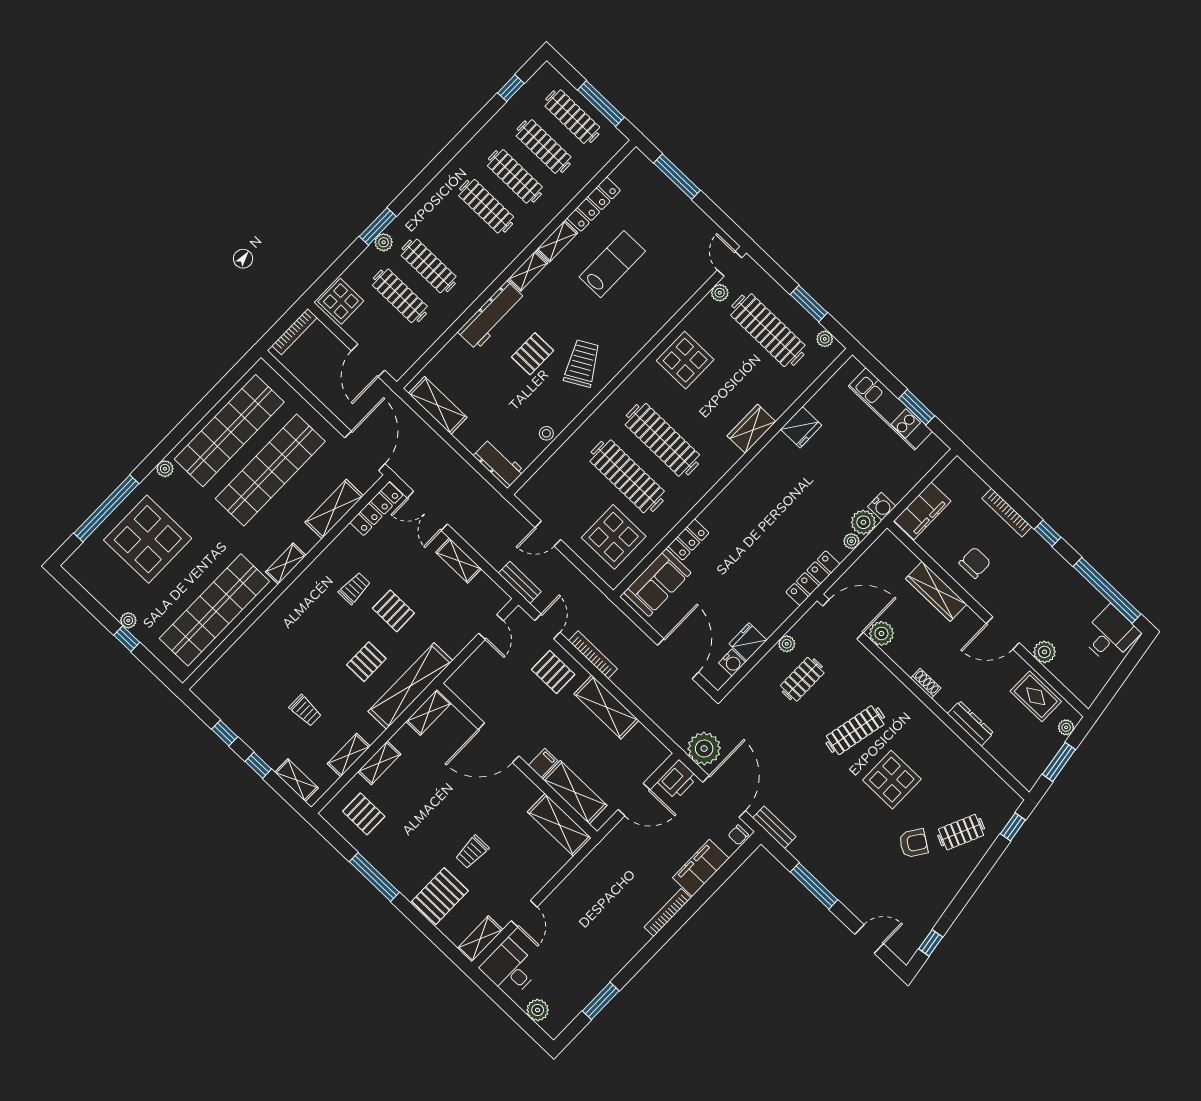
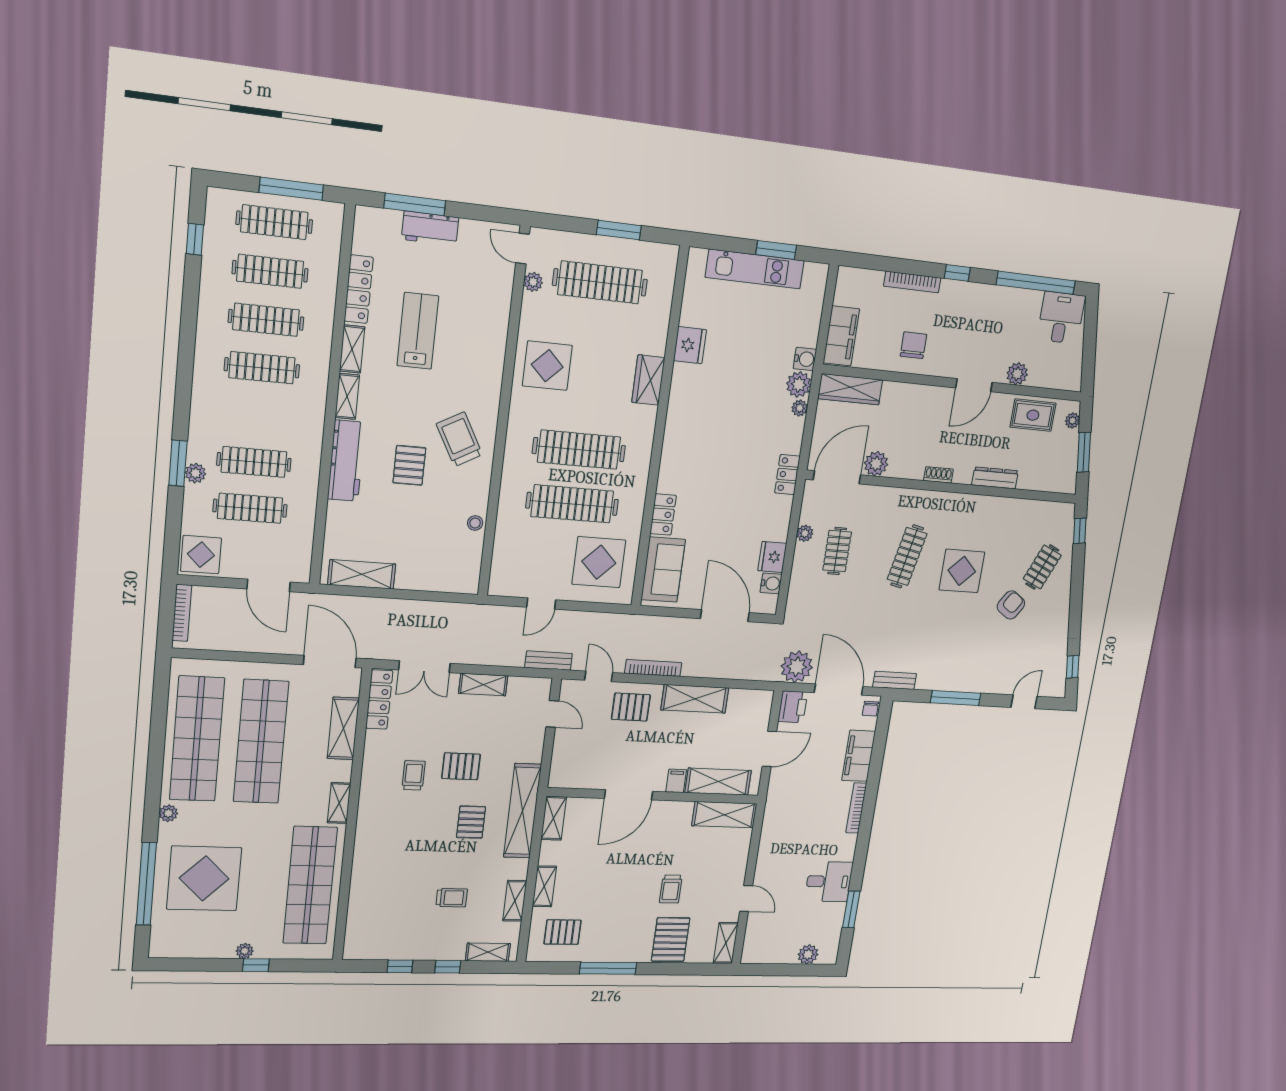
plant: (825, 339) -> (655, 251), removed
workbench: (499, 463) -> (430, 228), moved, turned 180
locker: (813, 578) -> (787, 475), width x0.66
wardrobe: (936, 591) -> (850, 389), moved
desk: (510, 968) -> (829, 882), moved, turned 180

